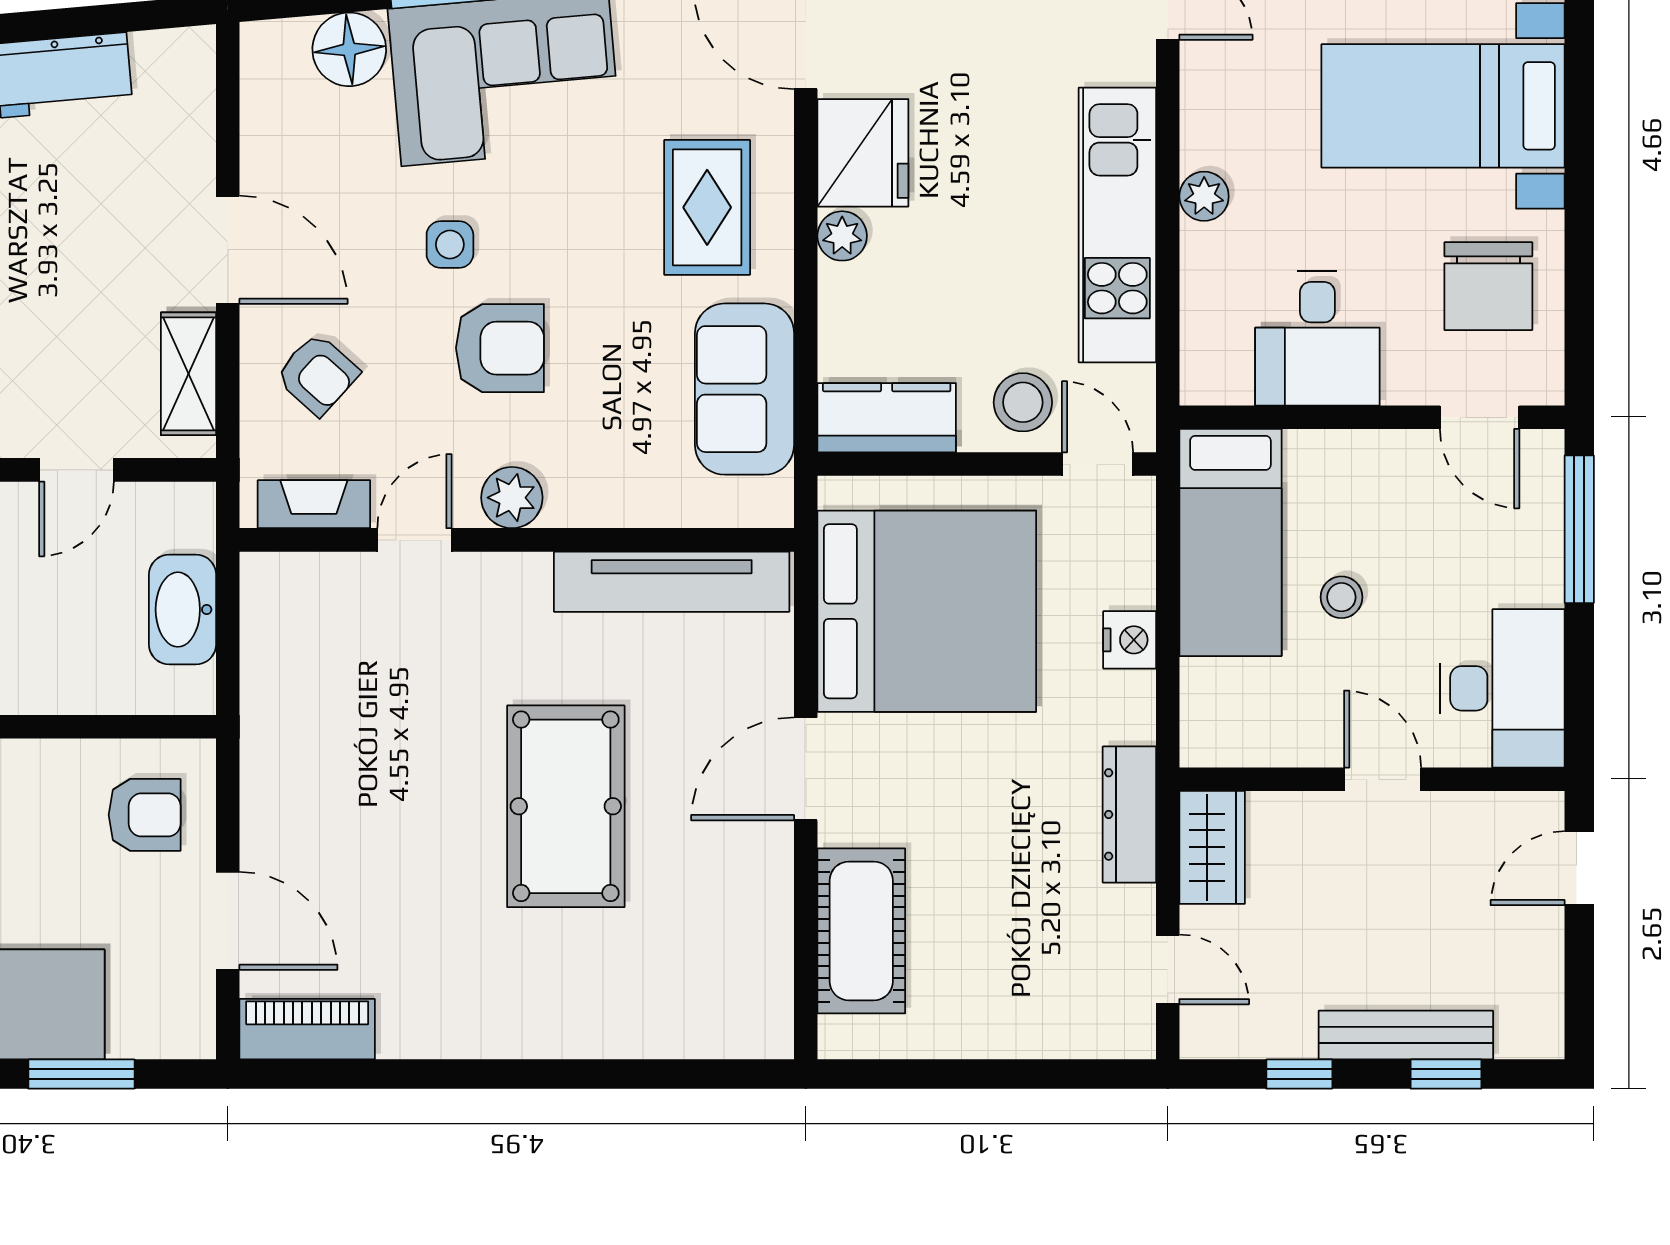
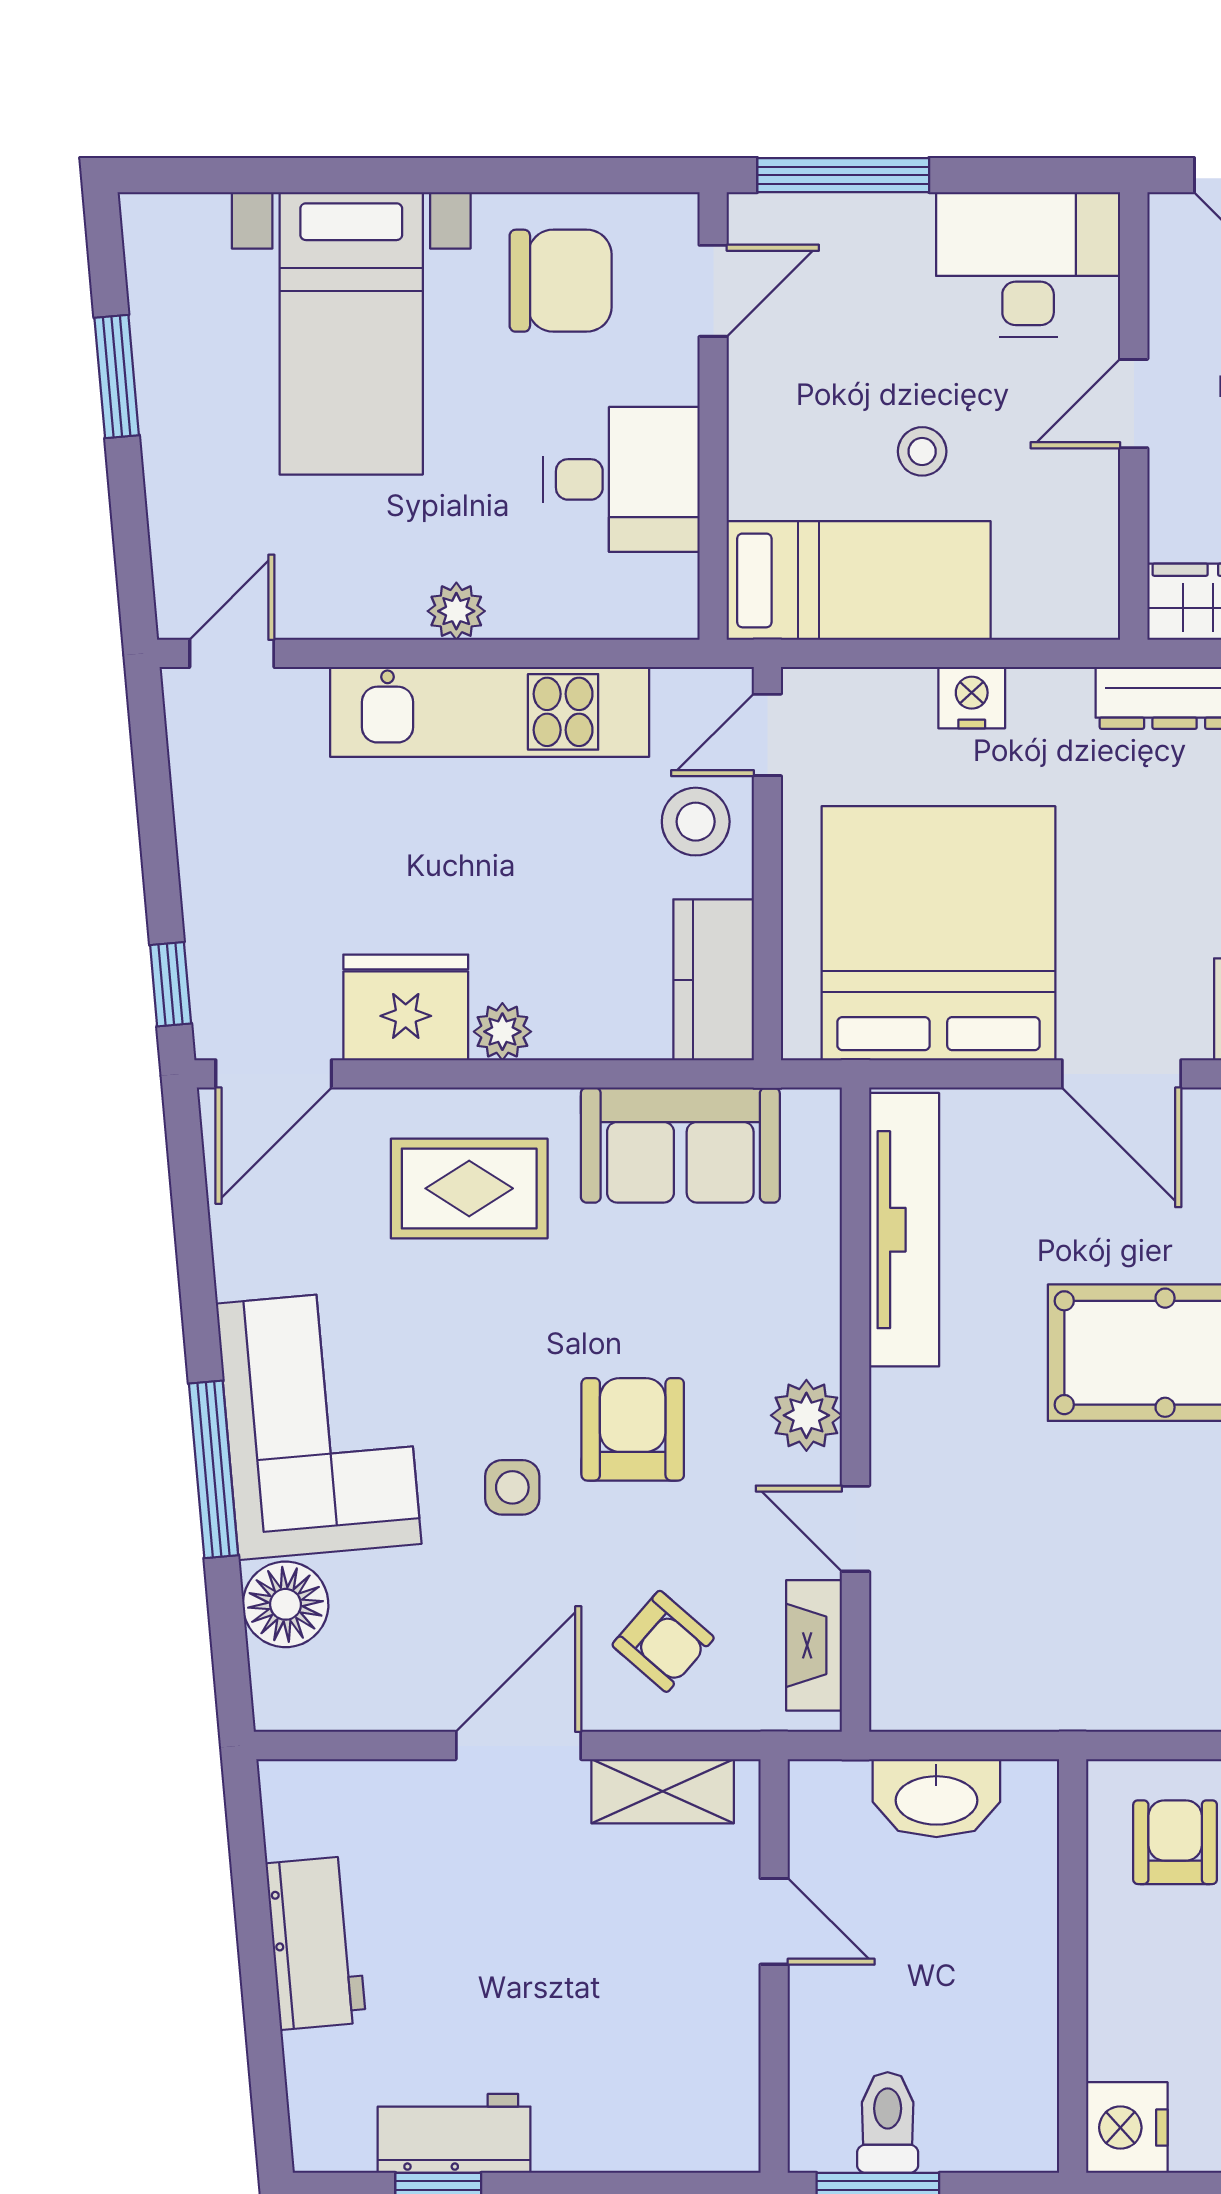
armchair: (317, 374) -> (663, 1641), turned 89

